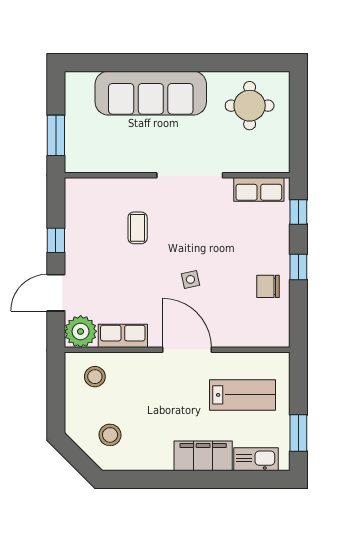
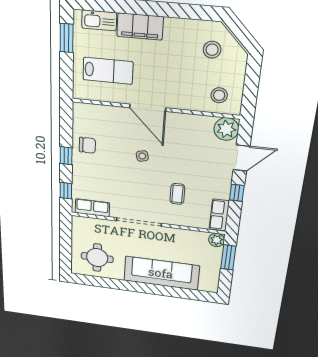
plant: (76, 162) -> (217, 240), added
row of seats: (123, 336) -> (219, 215), moved, turned 90
lab bench: (242, 395) -> (108, 71), turned 180

